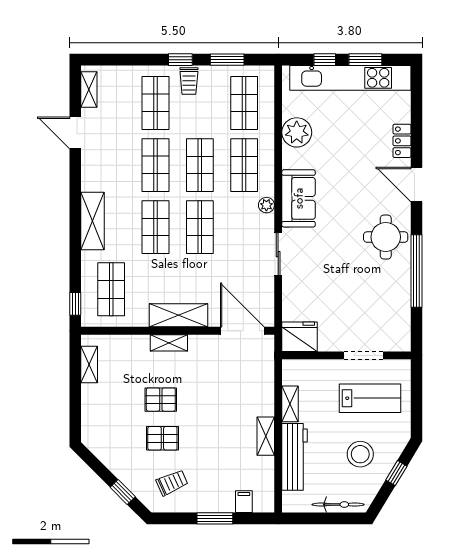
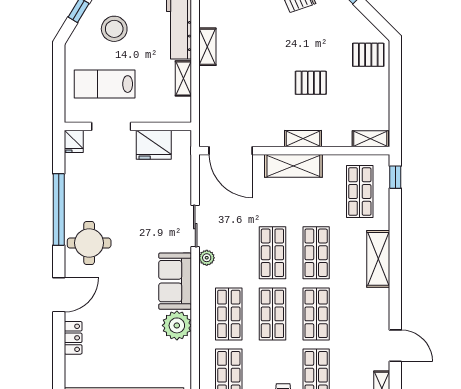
plant: (297, 132) -> (177, 325), moved
door: (417, 184) -> (59, 295), hinge flipped
plant: (266, 205) -> (207, 258), moved
fridge: (300, 337) -> (154, 145), moved
fridge: (401, 340) -> (74, 141), added
shelving: (89, 365) -> (370, 139), moved, turned 90
pallet: (162, 438) -> (368, 55), moved

